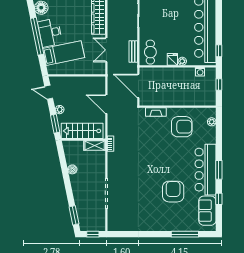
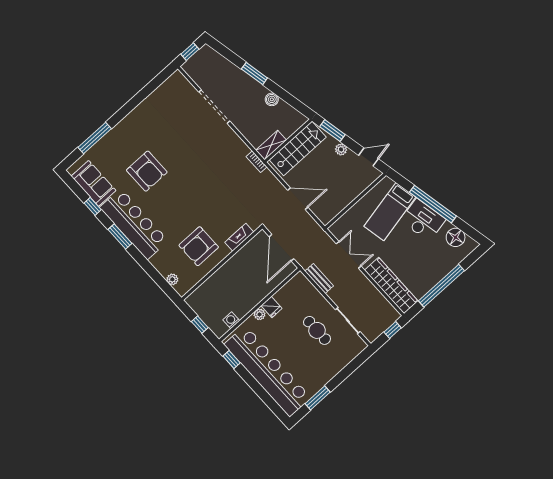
cafe table: (150, 52) -> (317, 330), moved
door: (138, 86) -> (282, 248), swing flipped
window: (74, 215) -> (254, 74), moved

